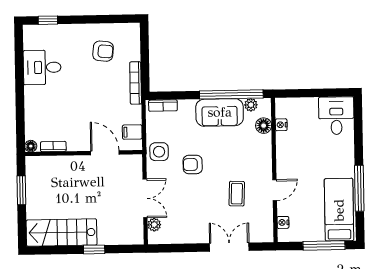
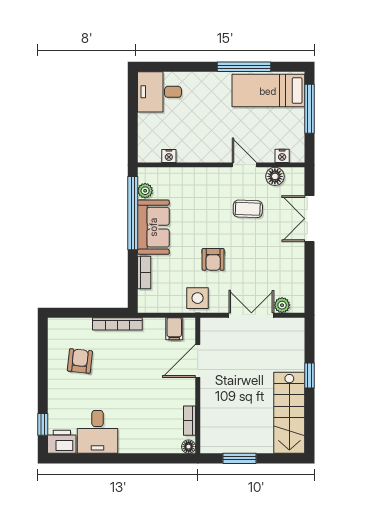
printer: (33, 37) -> (62, 442), added
bookcase: (163, 106) -> (144, 272), moved
floor lamp: (264, 126) -> (275, 176), moved

